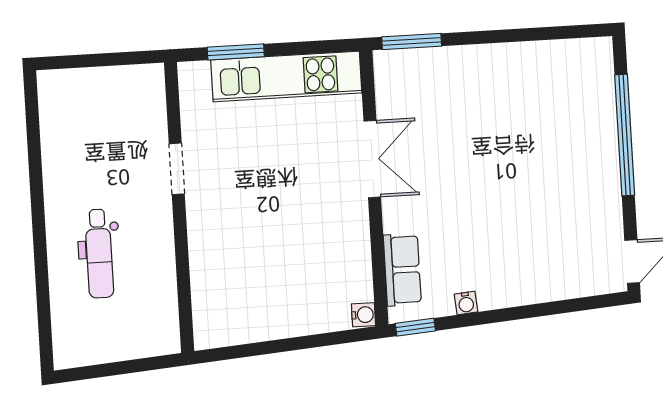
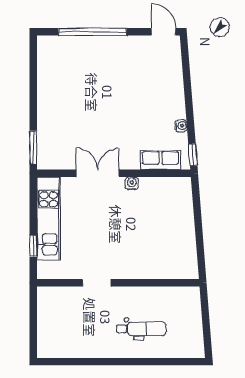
window: (236, 52) -> (33, 246), width x0.67
water cooler: (363, 315) -> (132, 183), moved

